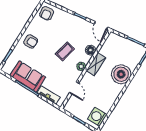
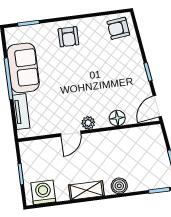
coffee table: (65, 51) -> (90, 88), removed
shelving: (96, 64) -> (86, 190), moved
boiler: (121, 74) -> (119, 186), width x0.54, depth x0.54
door: (74, 88) -> (71, 134), moved

